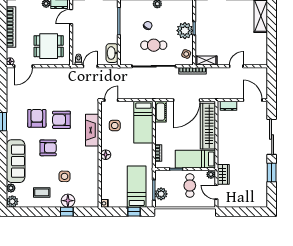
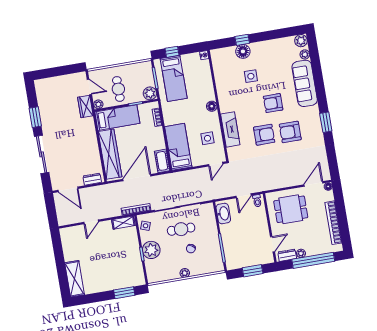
armchair: (37, 118) -> (290, 132), turned 90
coffee table: (42, 192) -> (272, 55), removed
plant: (161, 194) -> (150, 93), moved

